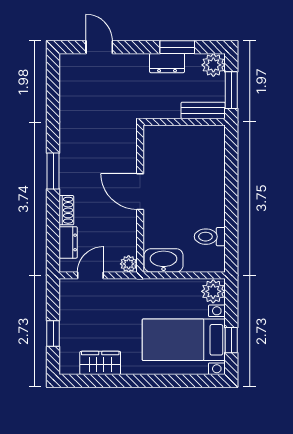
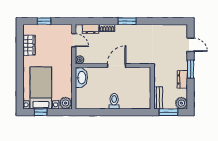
door: (99, 47) -> (190, 45), hinge flipped
window: (177, 47) -> (190, 69), moved
toilet: (210, 237) -> (114, 101), moved

